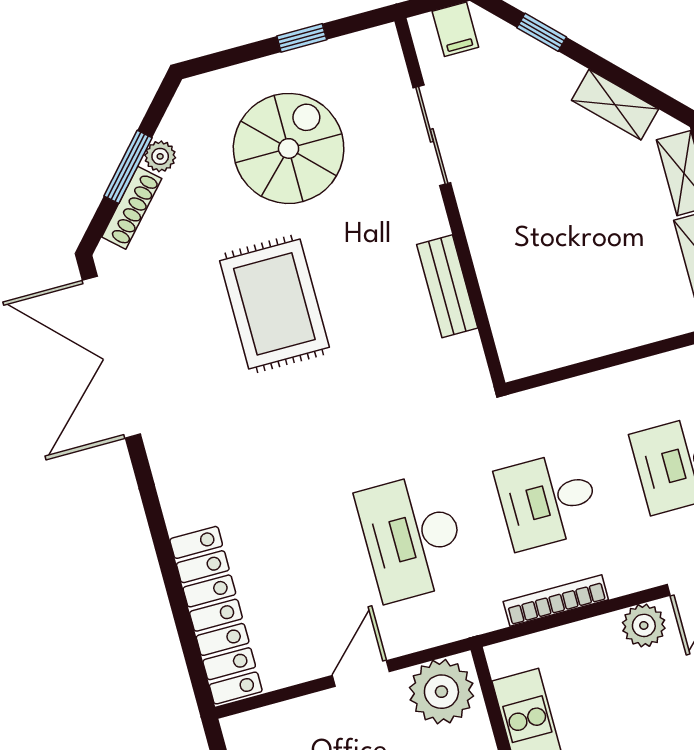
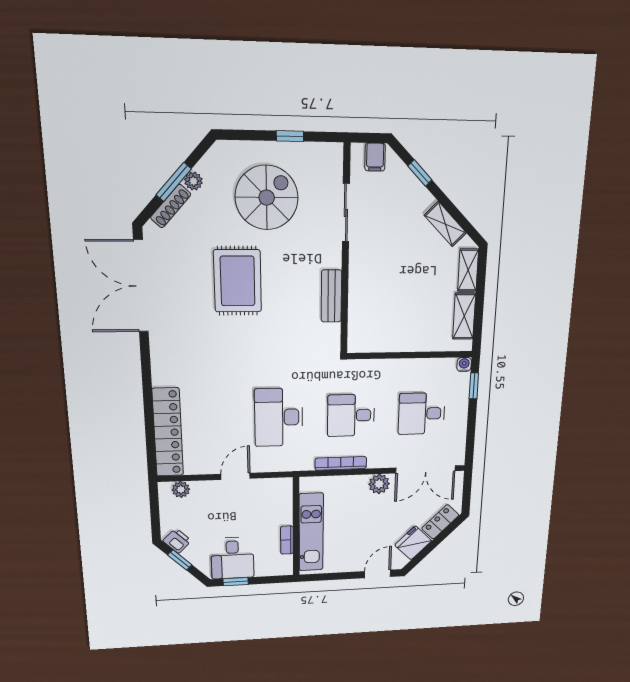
plant: (441, 692) -> (181, 490), moved, width x0.53, depth x0.53

